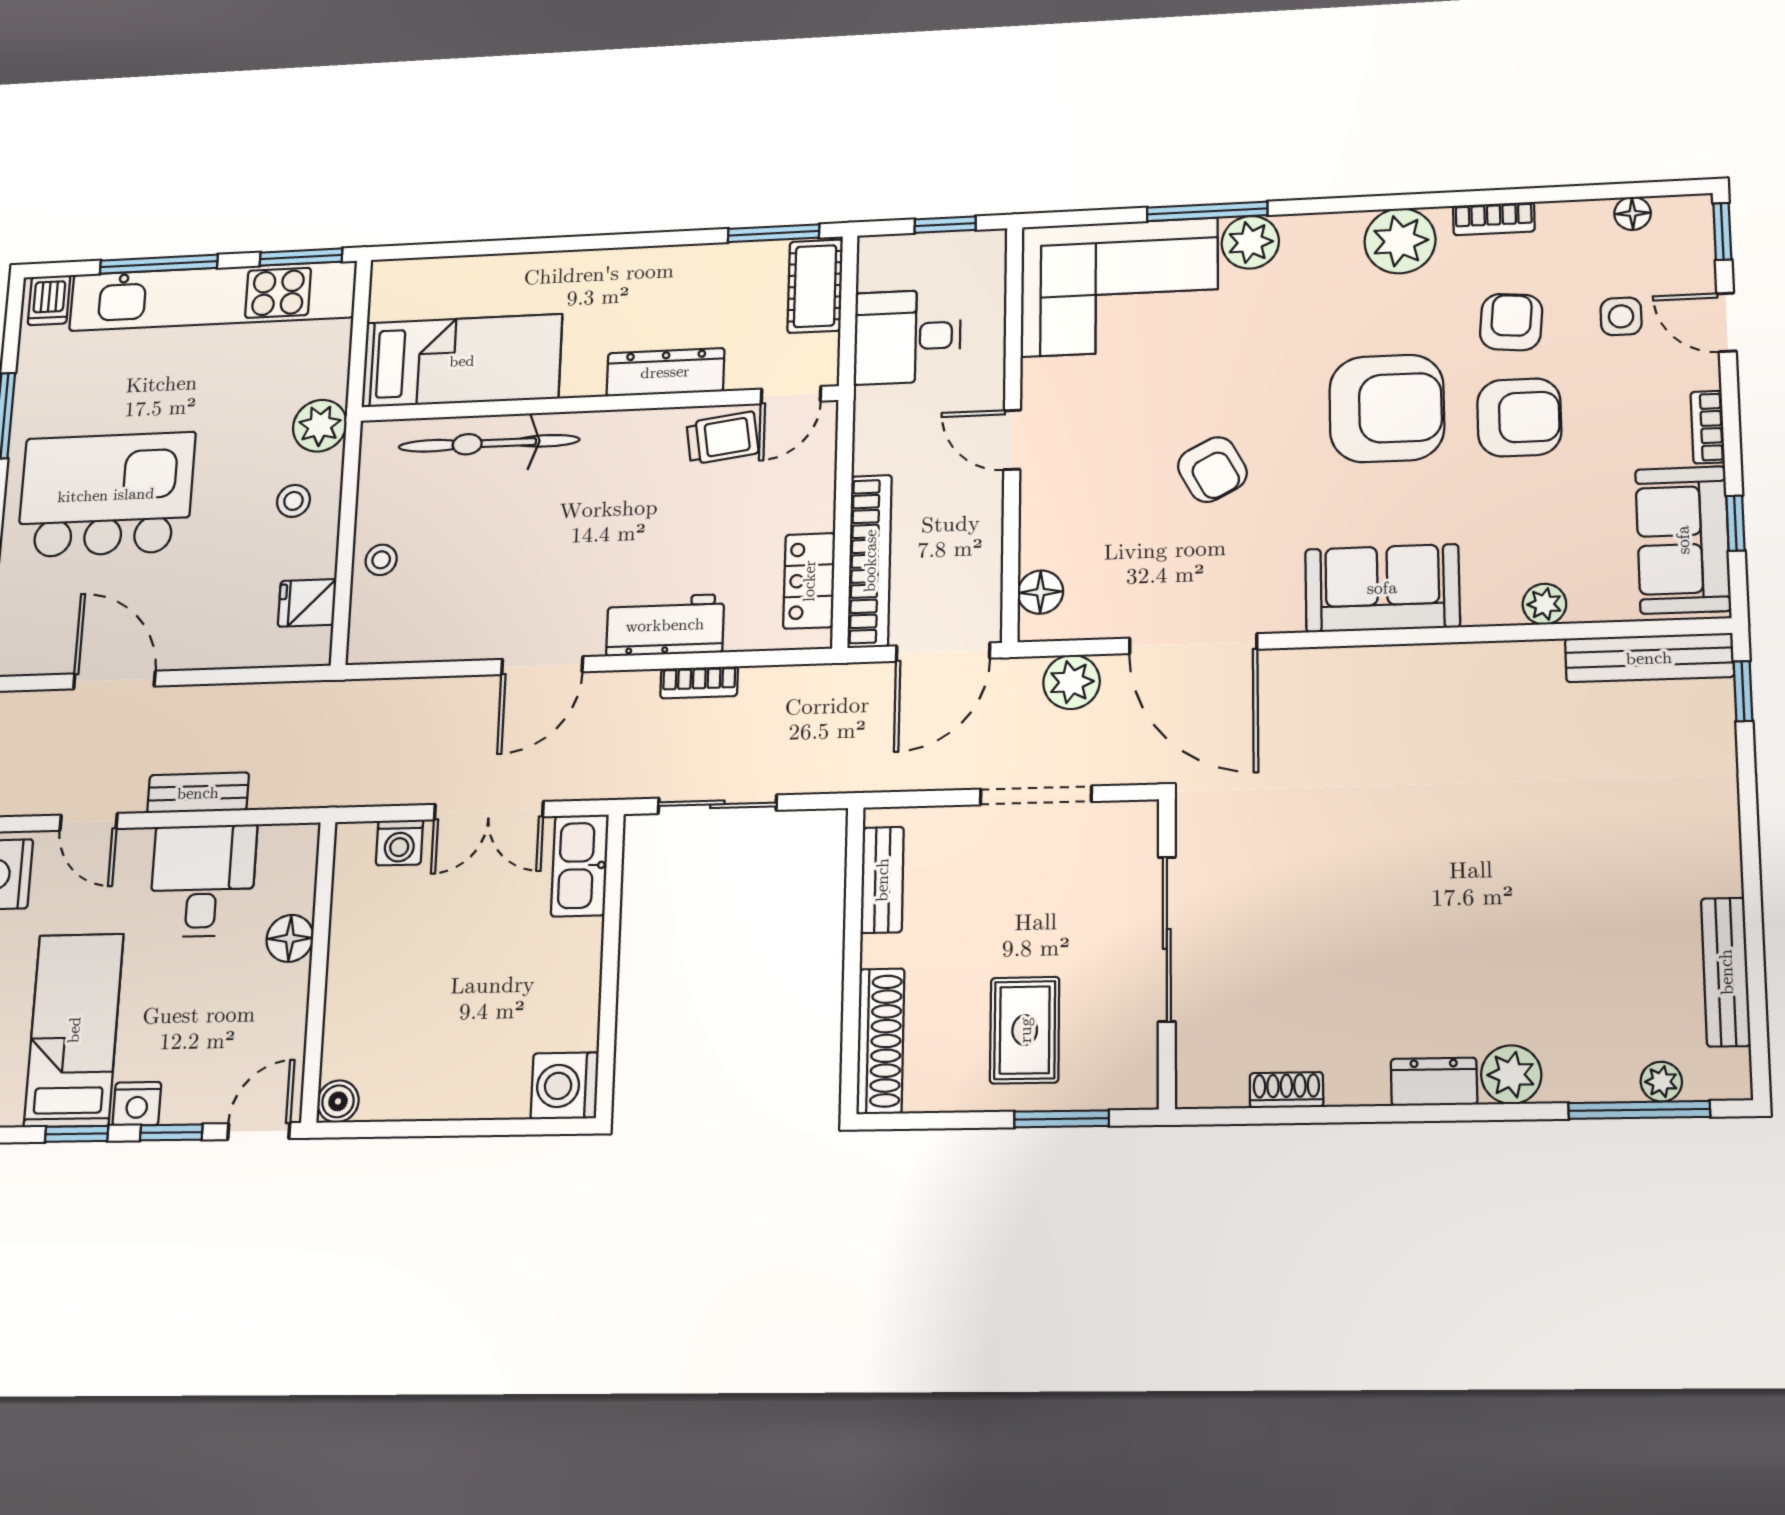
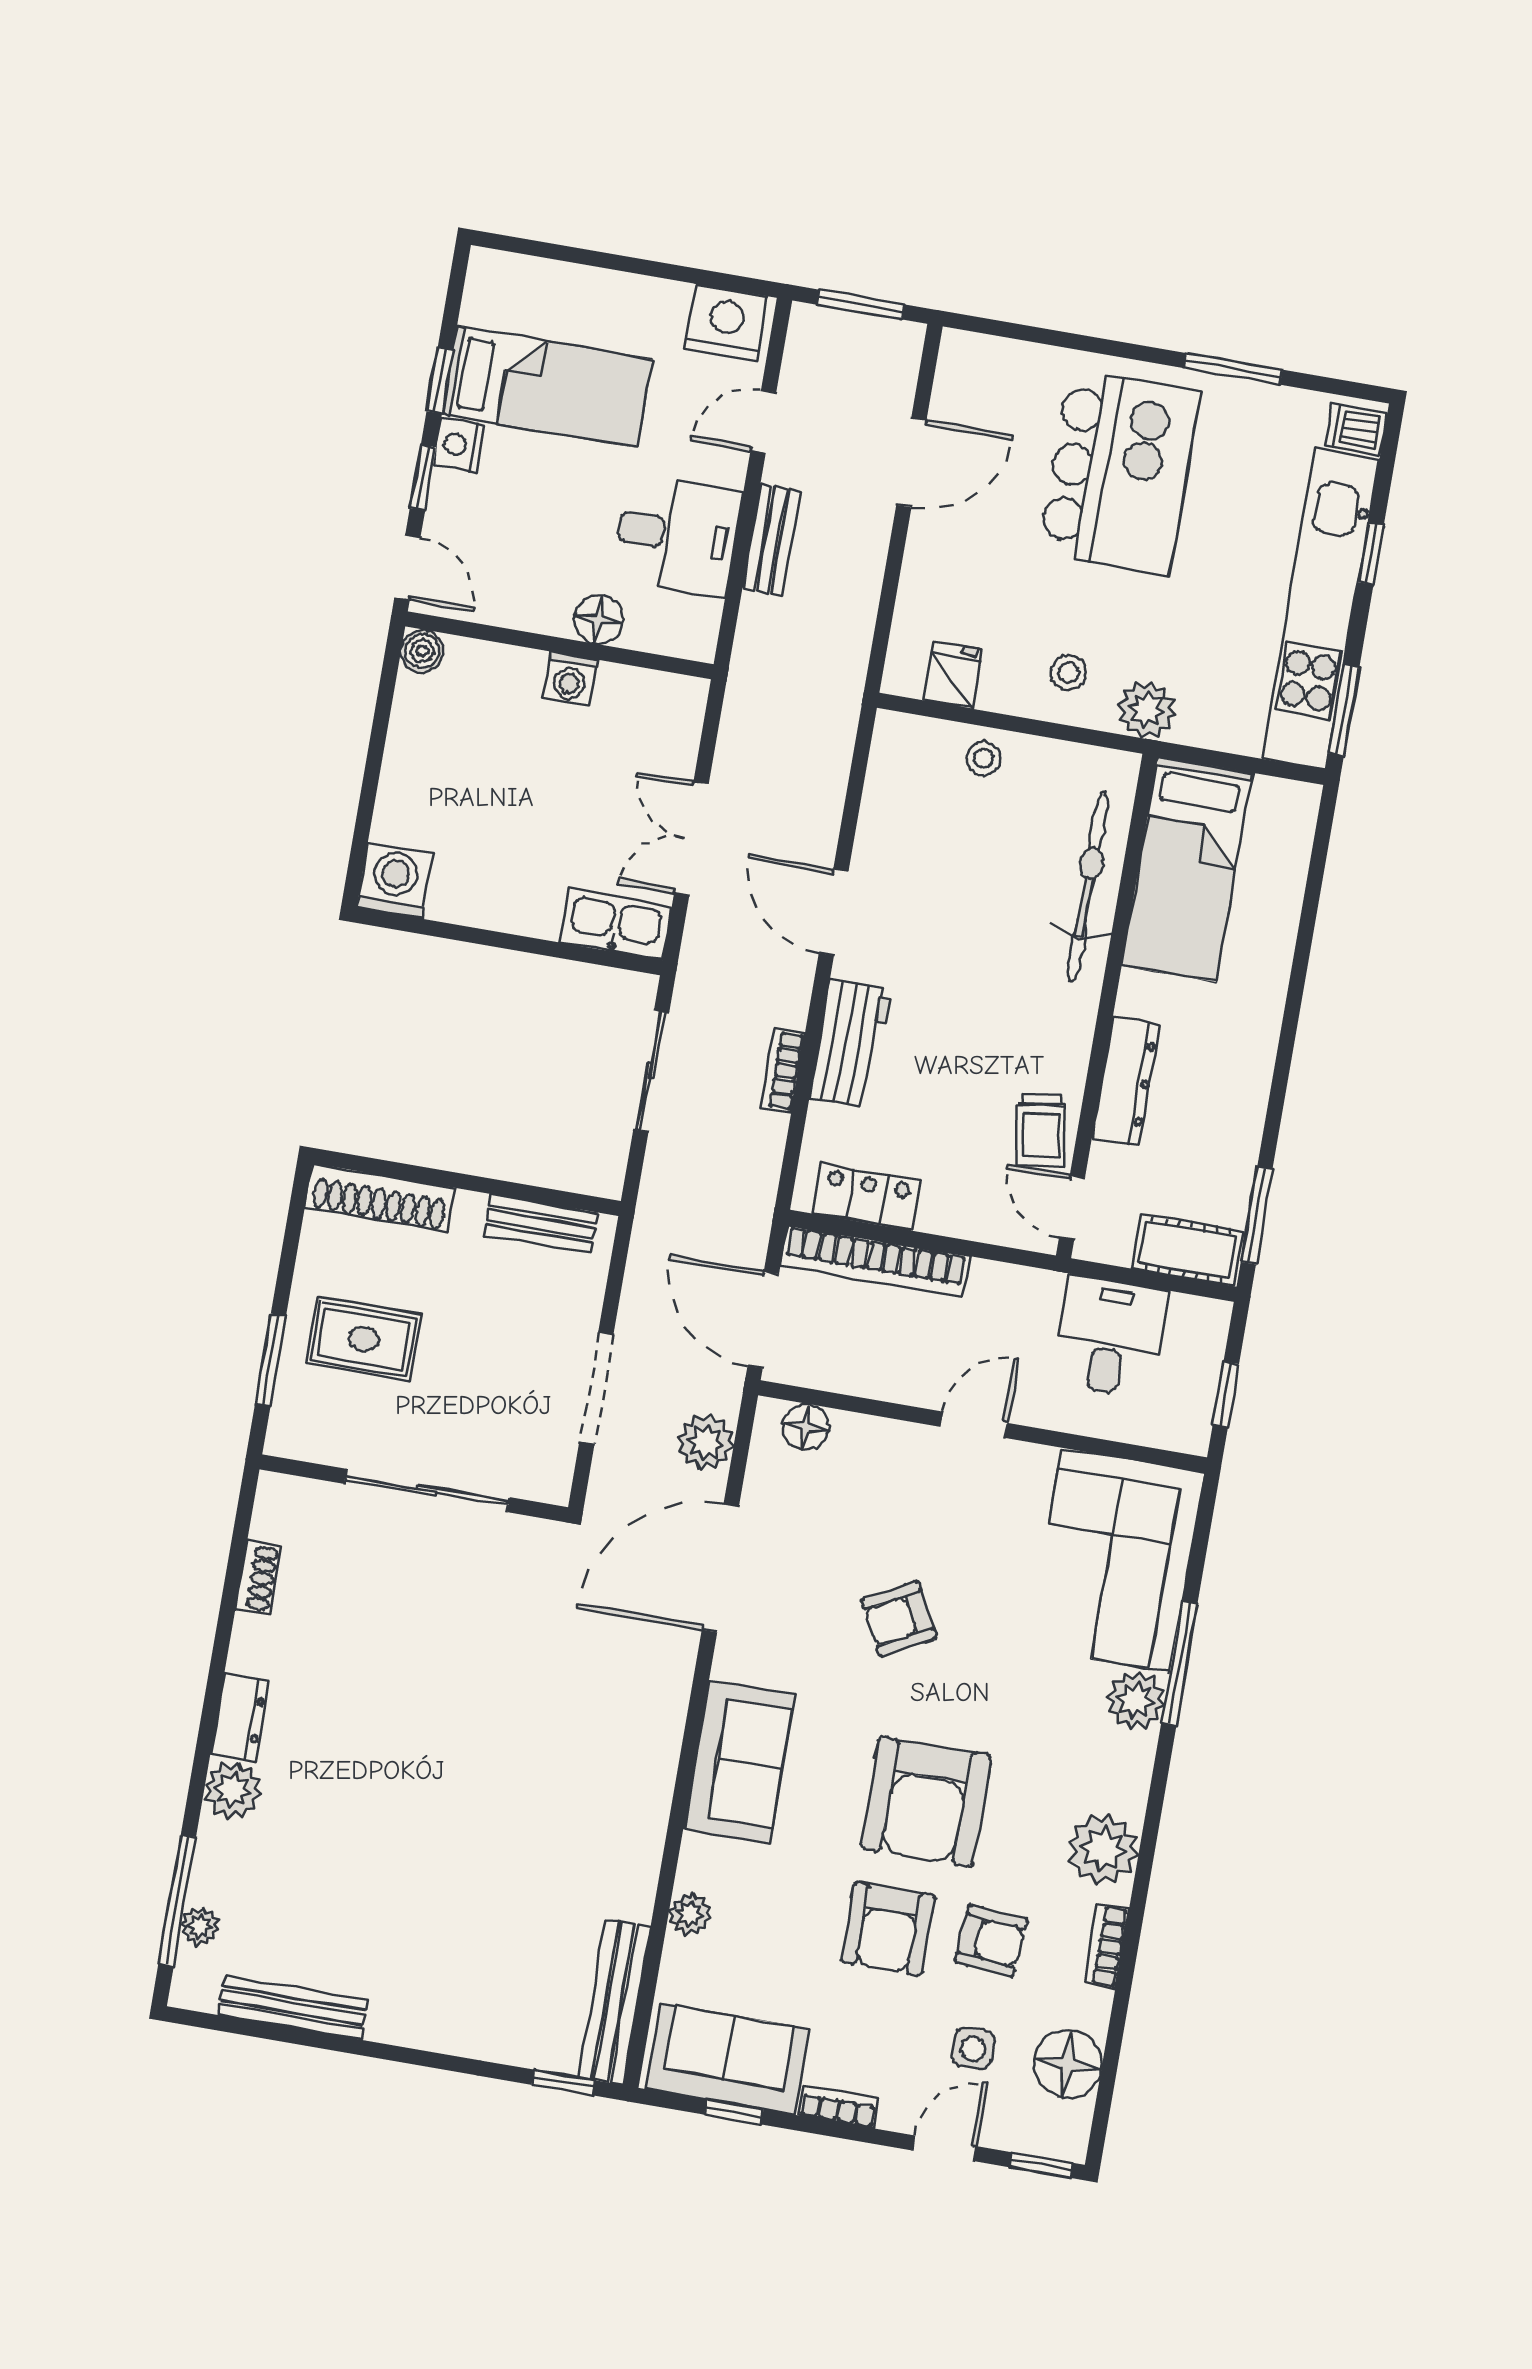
floor lamp: (1633, 213) -> (1068, 2064), width x1.89, depth x1.89
window: (159, 264) -> (1371, 554), width x0.46
washing machine: (399, 843) -> (570, 679), moved, turned -90

